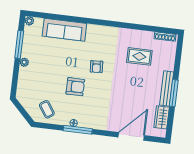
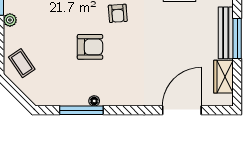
coffee table: (47, 109) -> (22, 63), moved
window: (78, 130) -> (81, 110), moved

